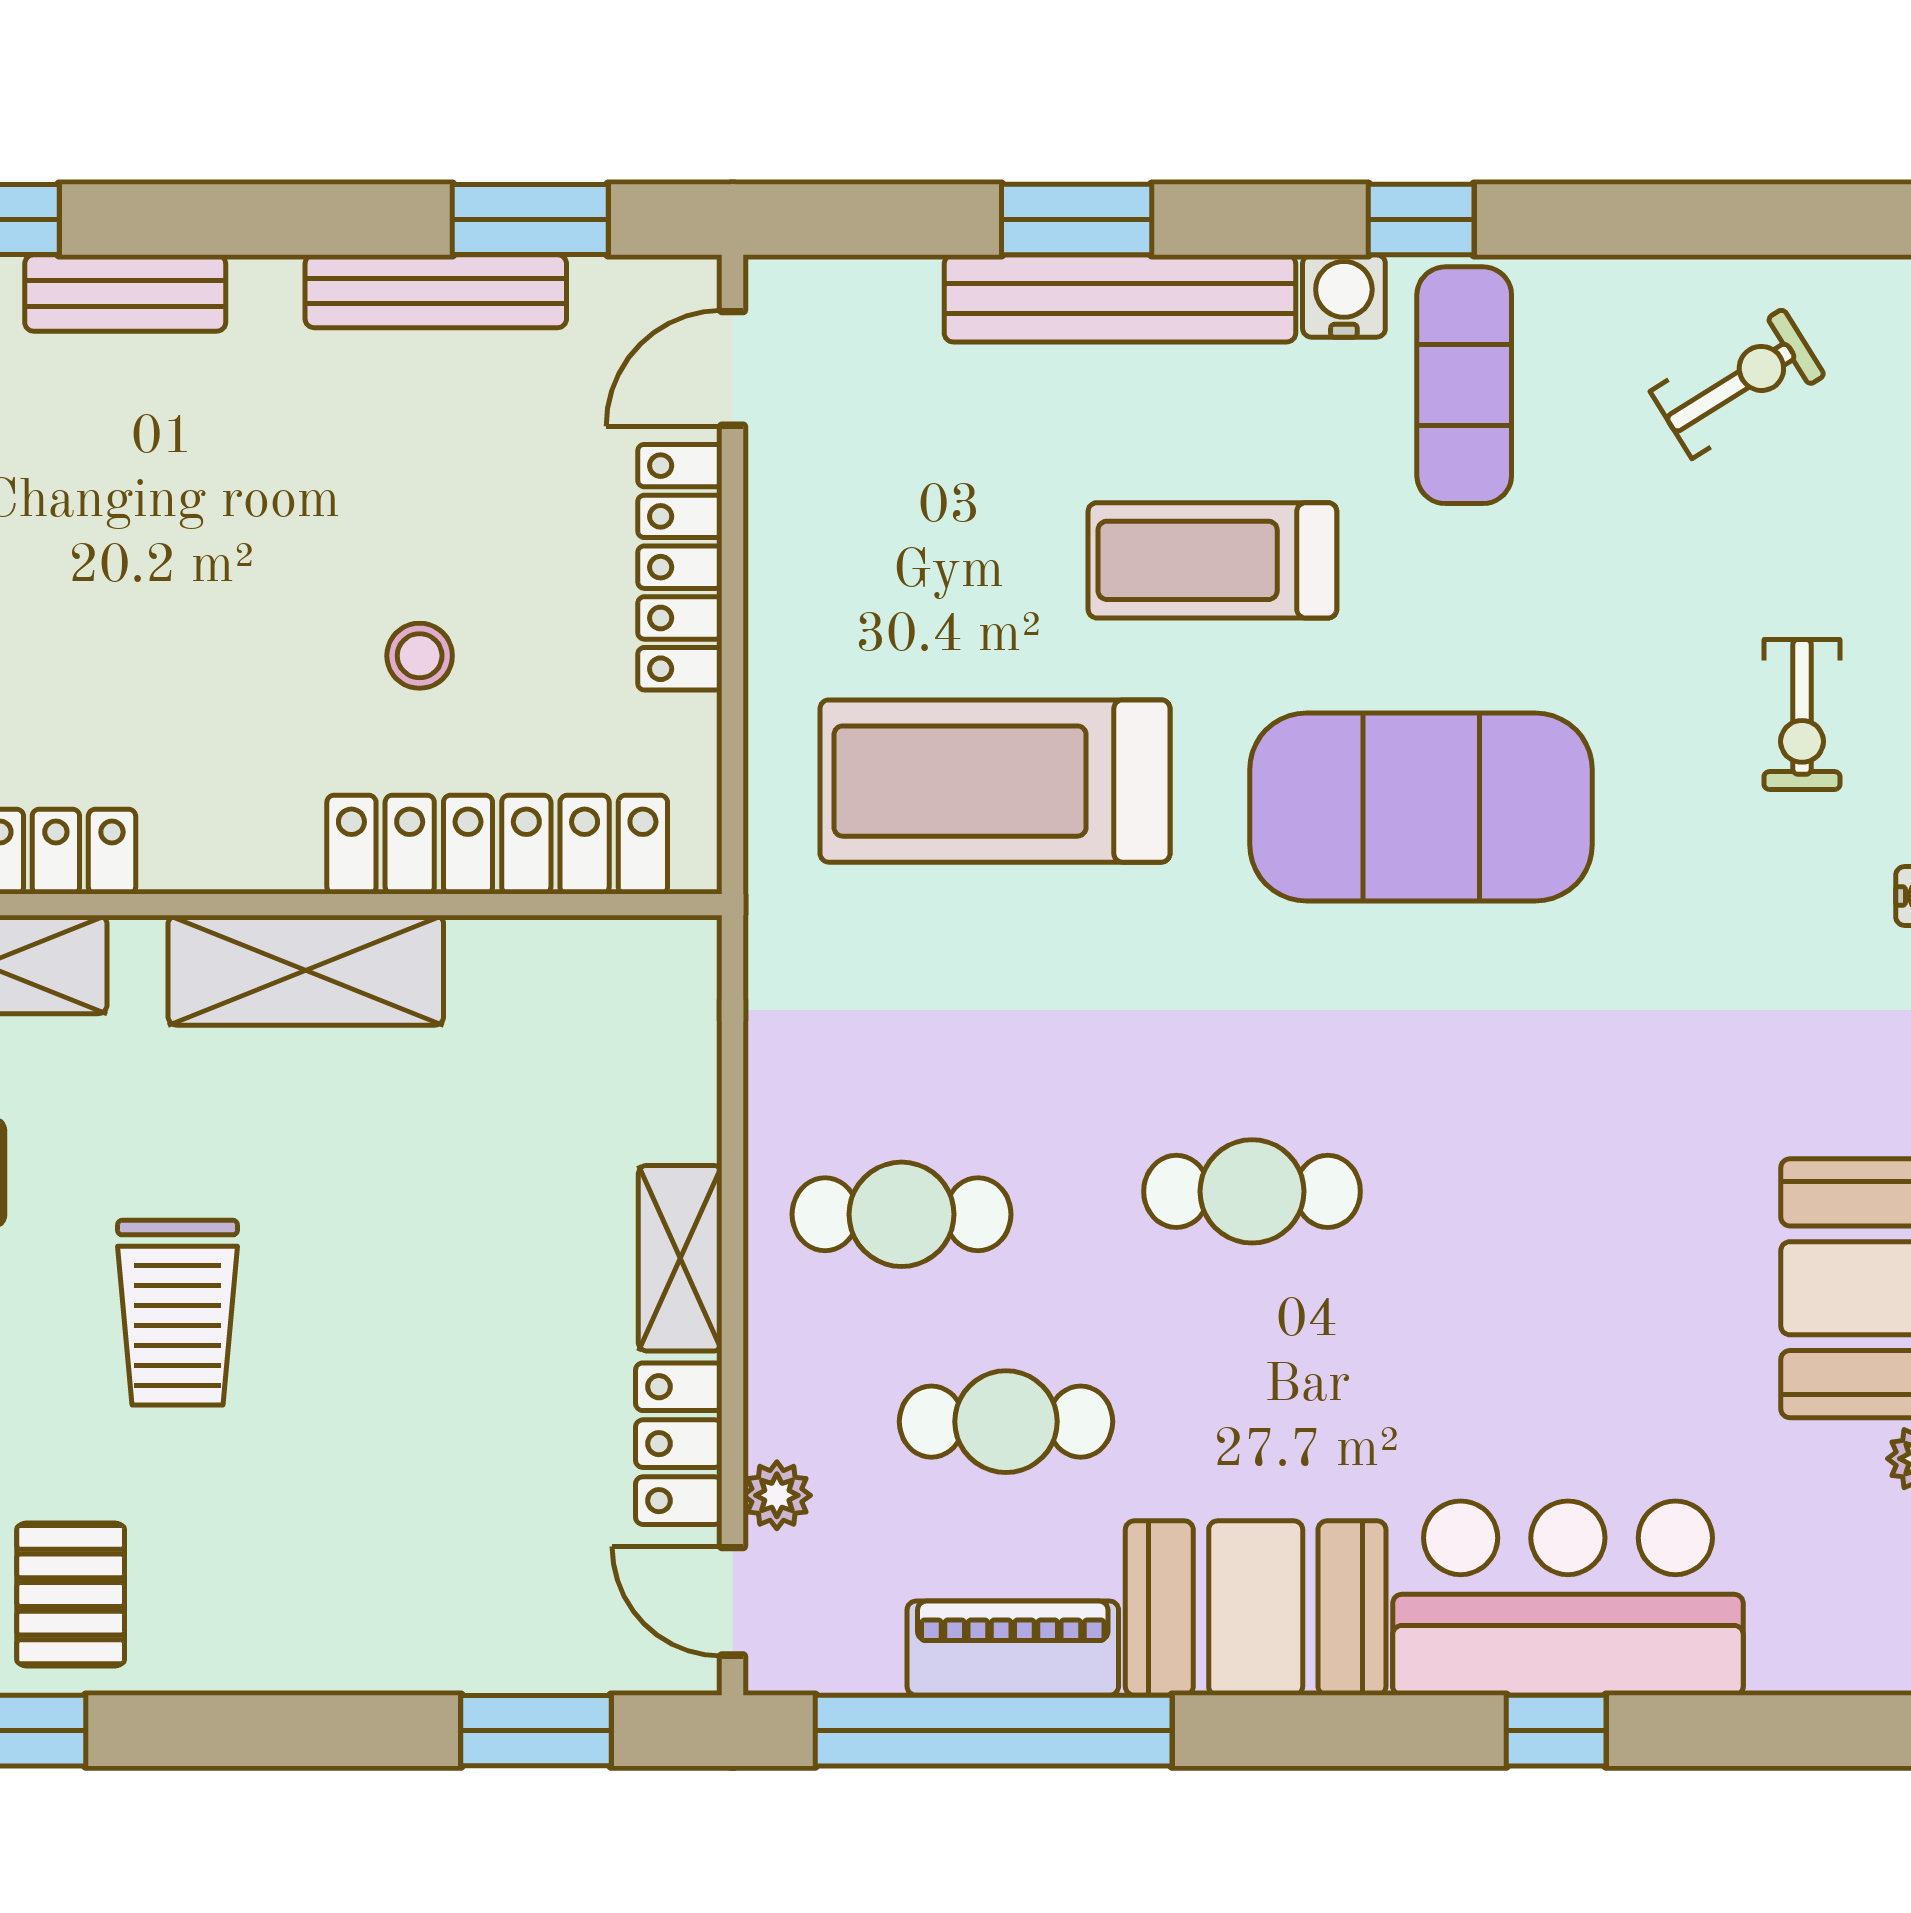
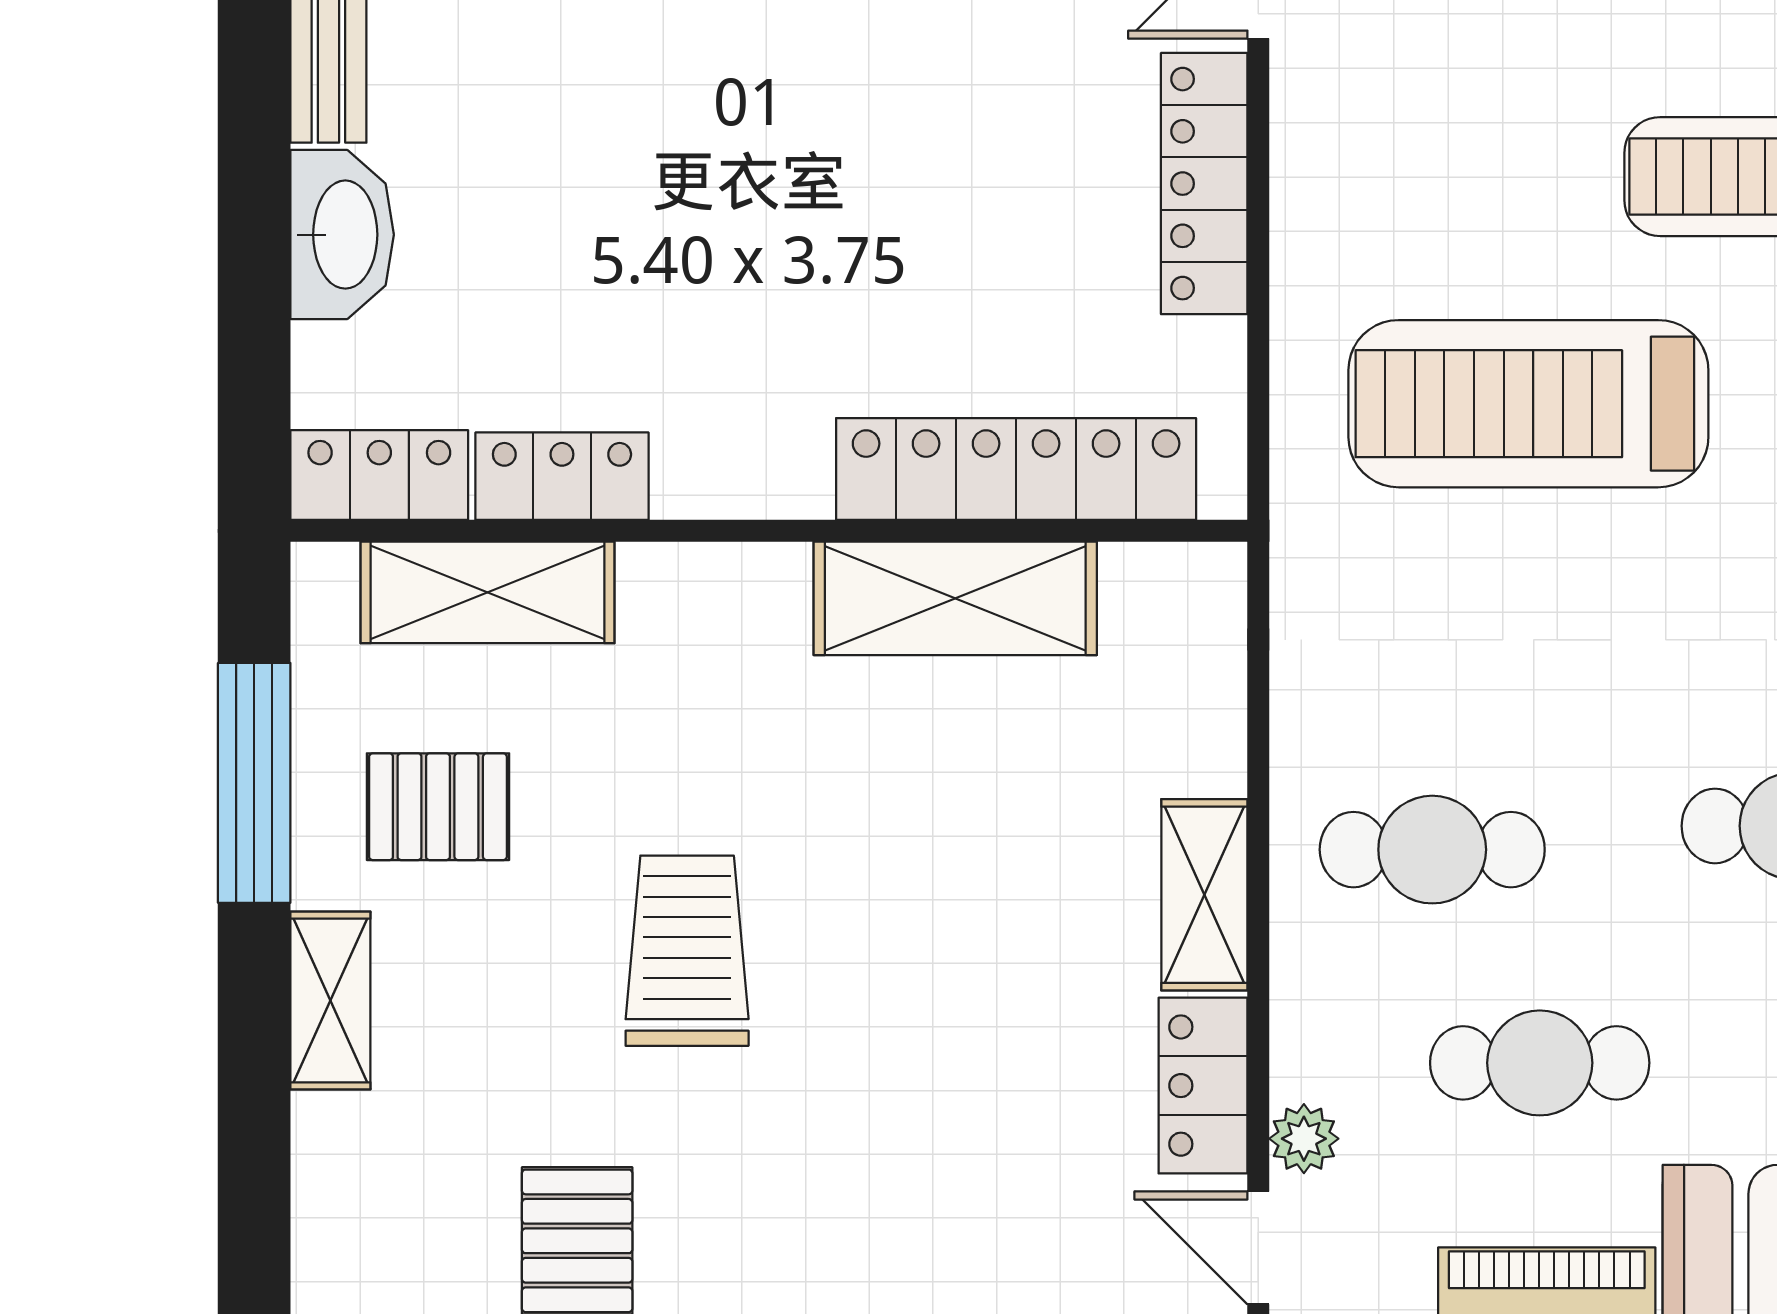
stool: (420, 656) -> (936, 275), removed
shelving: (306, 970) -> (955, 598), moved
trolley: (178, 1313) -> (687, 951), turned 180

